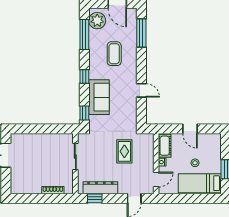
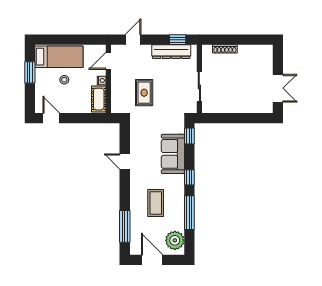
window: (84, 35) -> (189, 213), moved
door: (190, 129) -> (51, 118), moved

